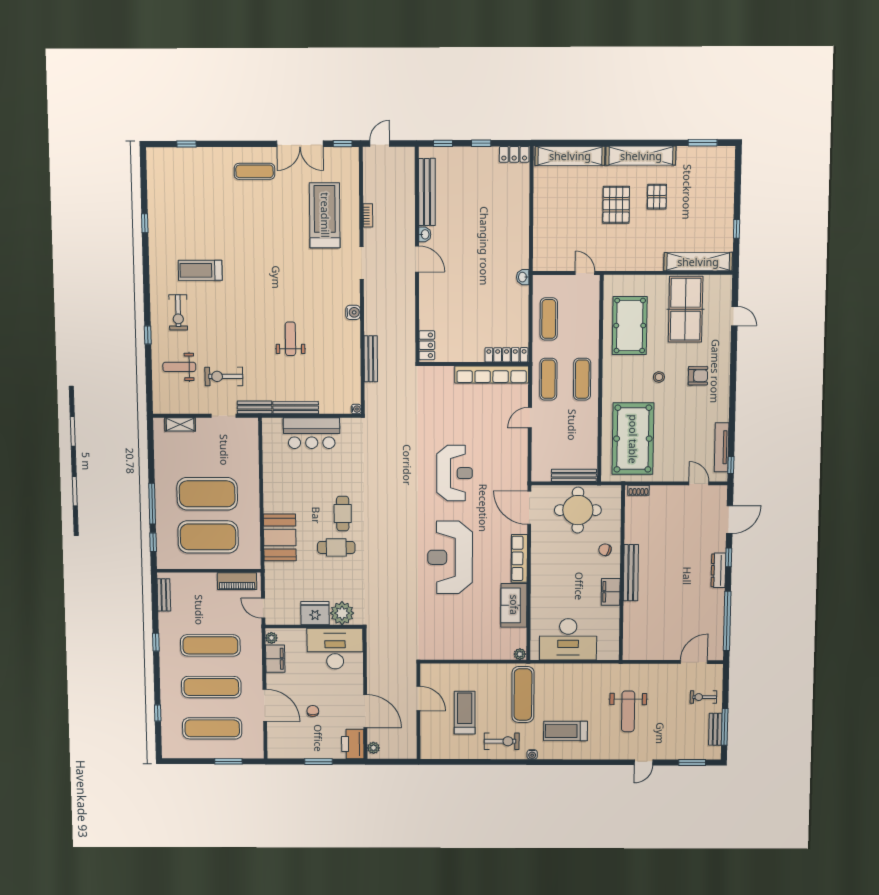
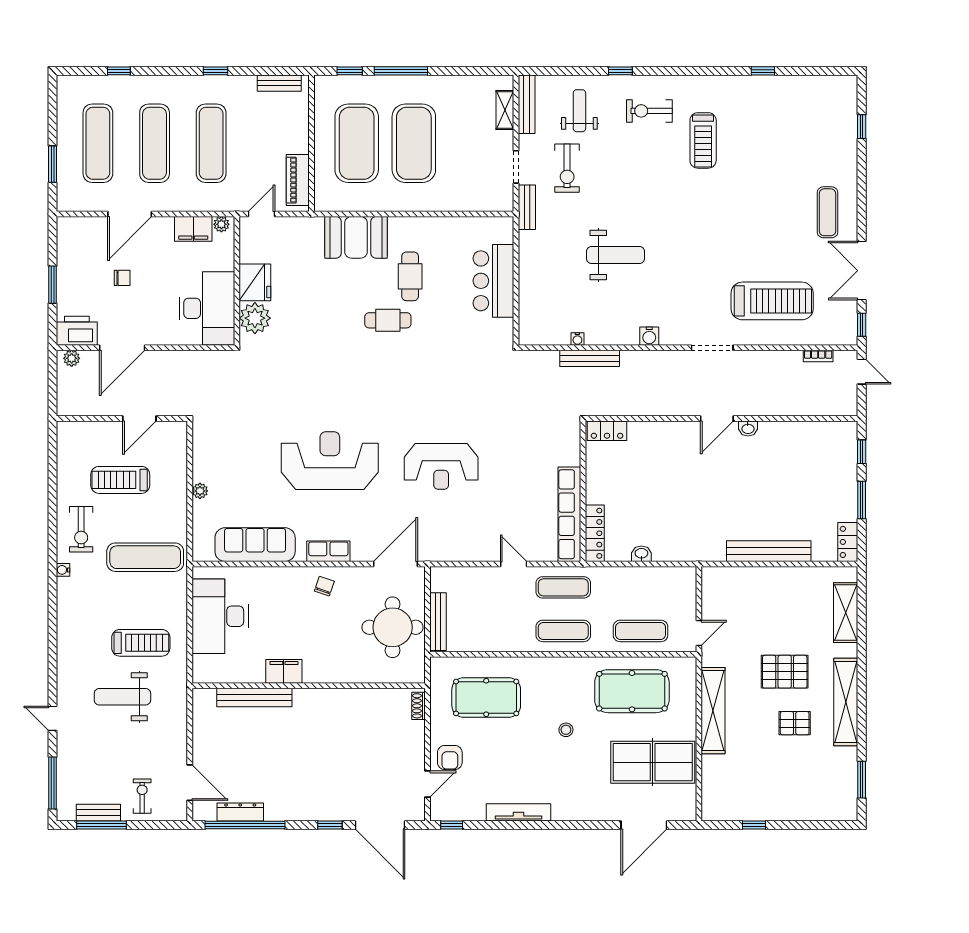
window: (481, 143) -> (862, 500), width x1.50
shelving: (570, 156) -> (846, 613), width x0.68
bench: (427, 192) -> (769, 551), moved
bookcase: (368, 215) -> (818, 356), moved
shelving: (698, 262) -> (713, 711), moved
treadmill: (200, 270) -> (703, 140), turned 180
washbasin: (523, 277) -> (641, 554), moved
door: (734, 316) -> (644, 825), width x1.87
exercise mat: (549, 319) -> (641, 631), moved
weight bench: (290, 339) -> (616, 255), width x1.36, depth x1.33
exercise bike: (224, 376) -> (567, 168), turned 180
armchair: (698, 376) -> (450, 758), moved
bench: (296, 408) -> (527, 104), moved
water cooler: (356, 409) -> (577, 339), moved
pool table: (633, 439) -> (486, 697), width x0.73, depth x0.76
tv unit: (722, 447) -> (518, 812), moved
door: (730, 520) -> (380, 825), width x1.36
cafe table: (336, 547) -> (410, 276), moved
chair: (605, 550) -> (324, 586), moved
row of seats: (519, 558) -> (328, 551), width x0.68
dresser: (718, 570) -> (240, 812), moved
bench: (631, 573) -> (254, 698), moved
sofa: (514, 605) -> (255, 545), width x1.36
plant: (520, 654) -> (200, 491), moved
treadmill: (465, 713) -> (120, 480), turned 180
treadmill: (566, 731) -> (141, 643), moved, turned 90
window: (692, 763) -> (52, 783), width x1.44

